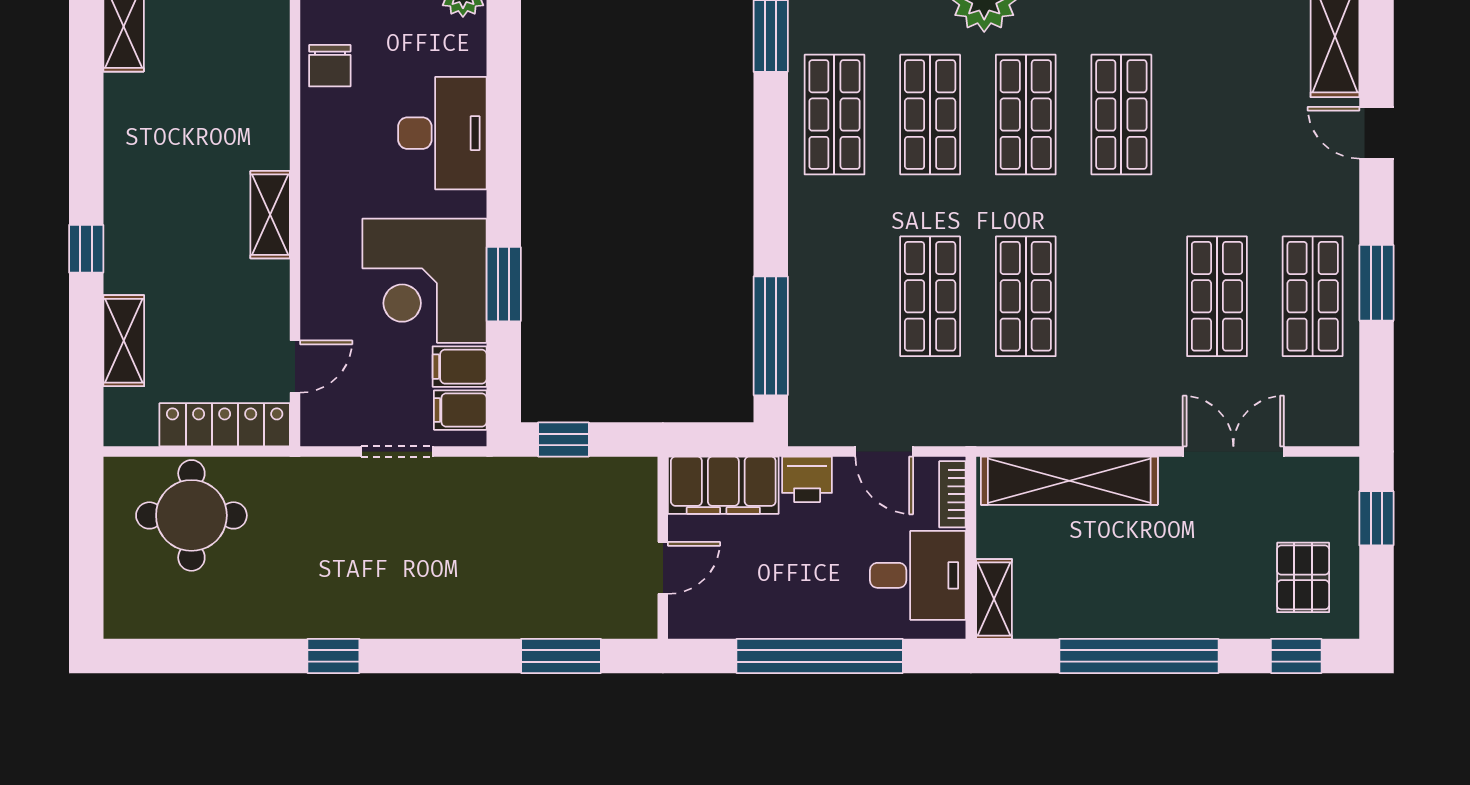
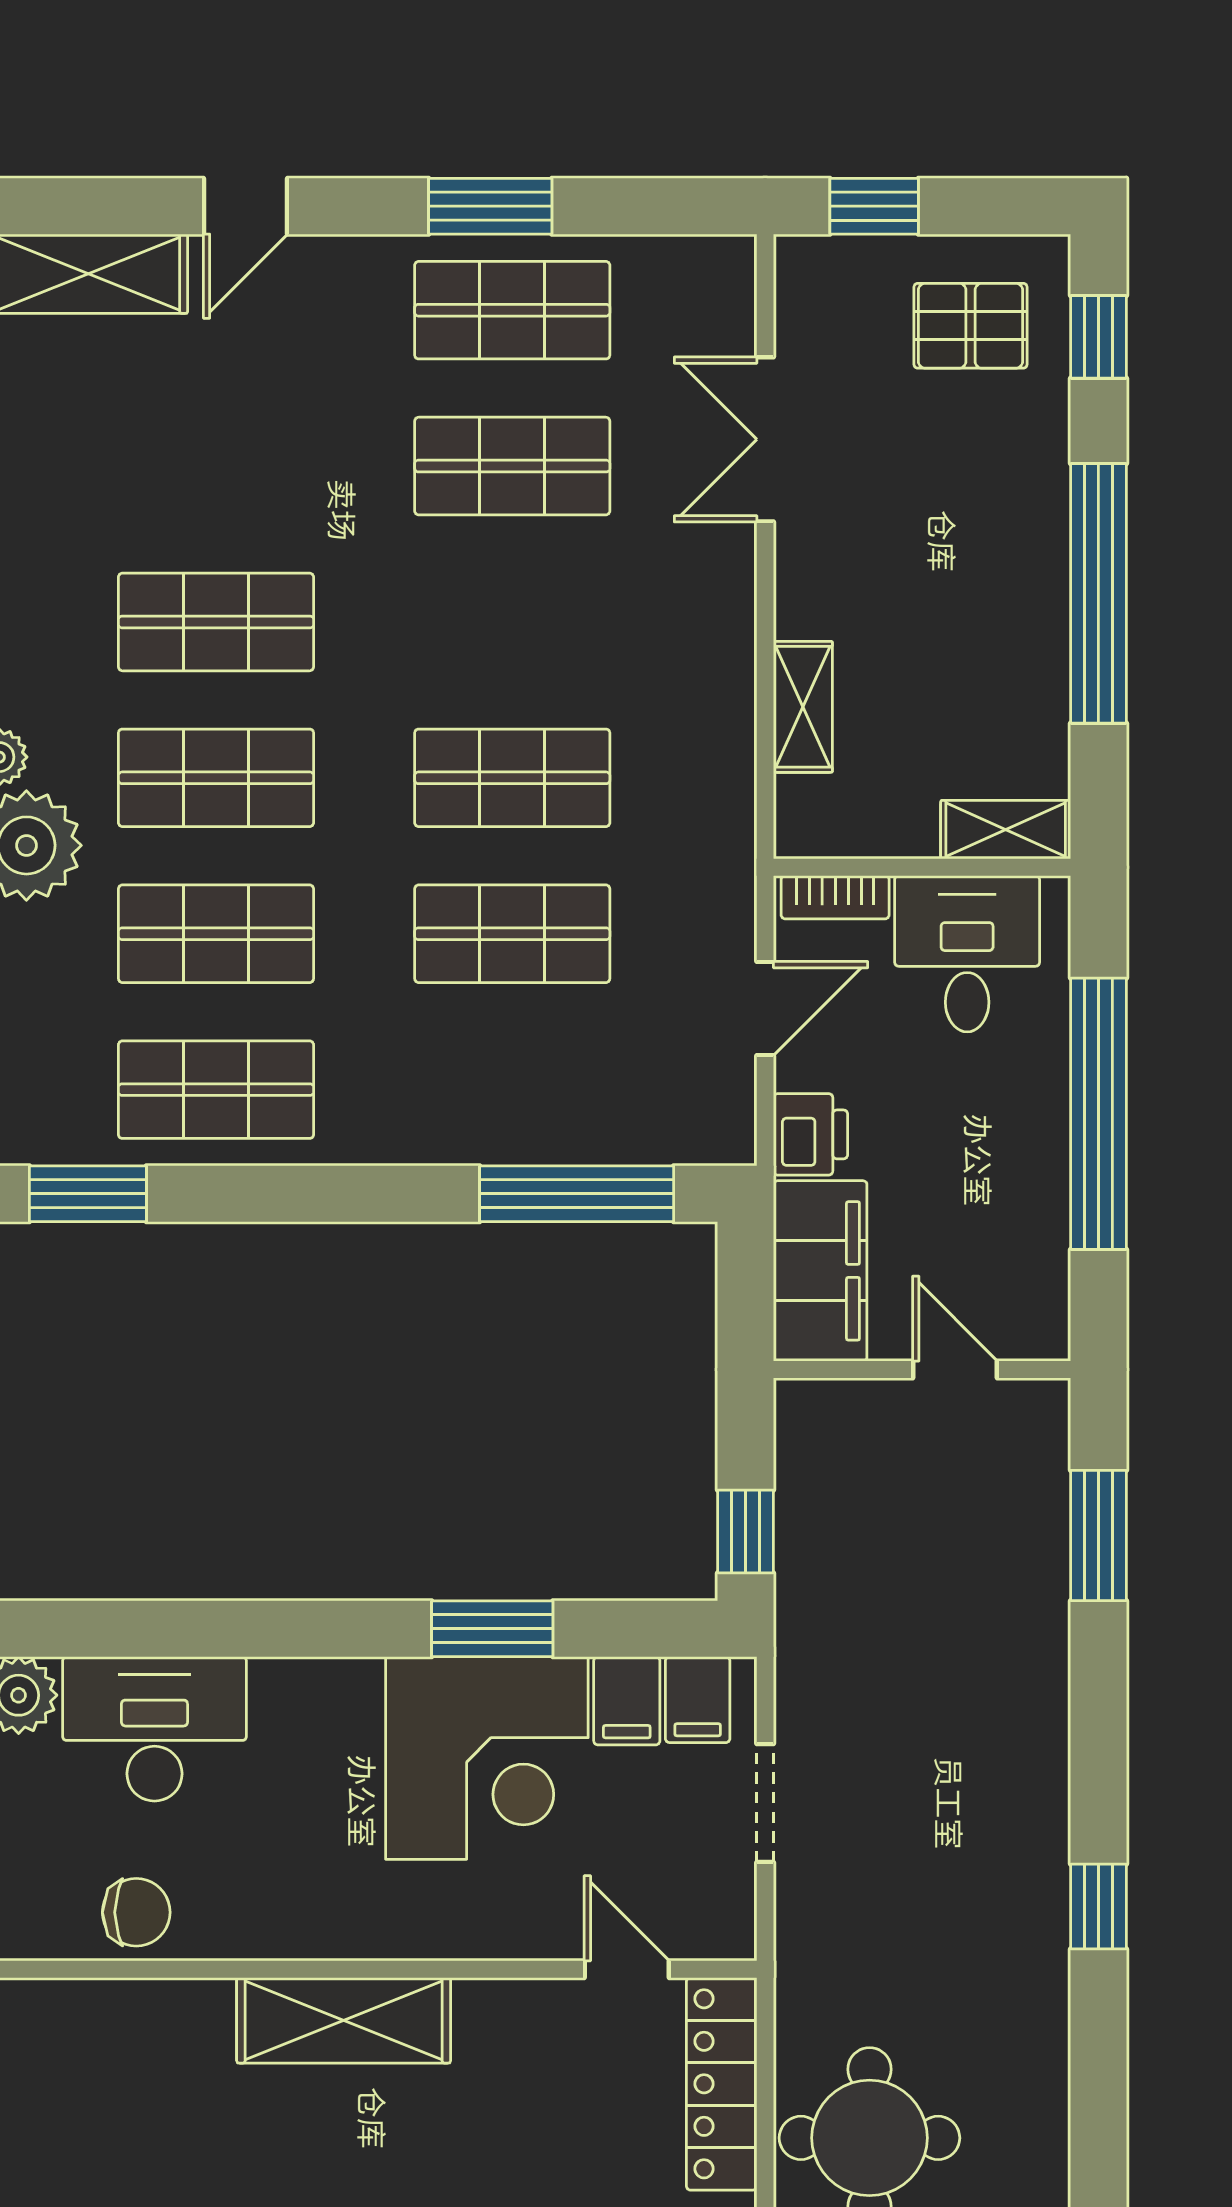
desk: (442, 133) -> (154, 1729), moved
shelving: (270, 215) -> (344, 2020), width x1.50, depth x1.33
shelving: (1069, 481) -> (803, 707), width x0.45, depth x0.75

